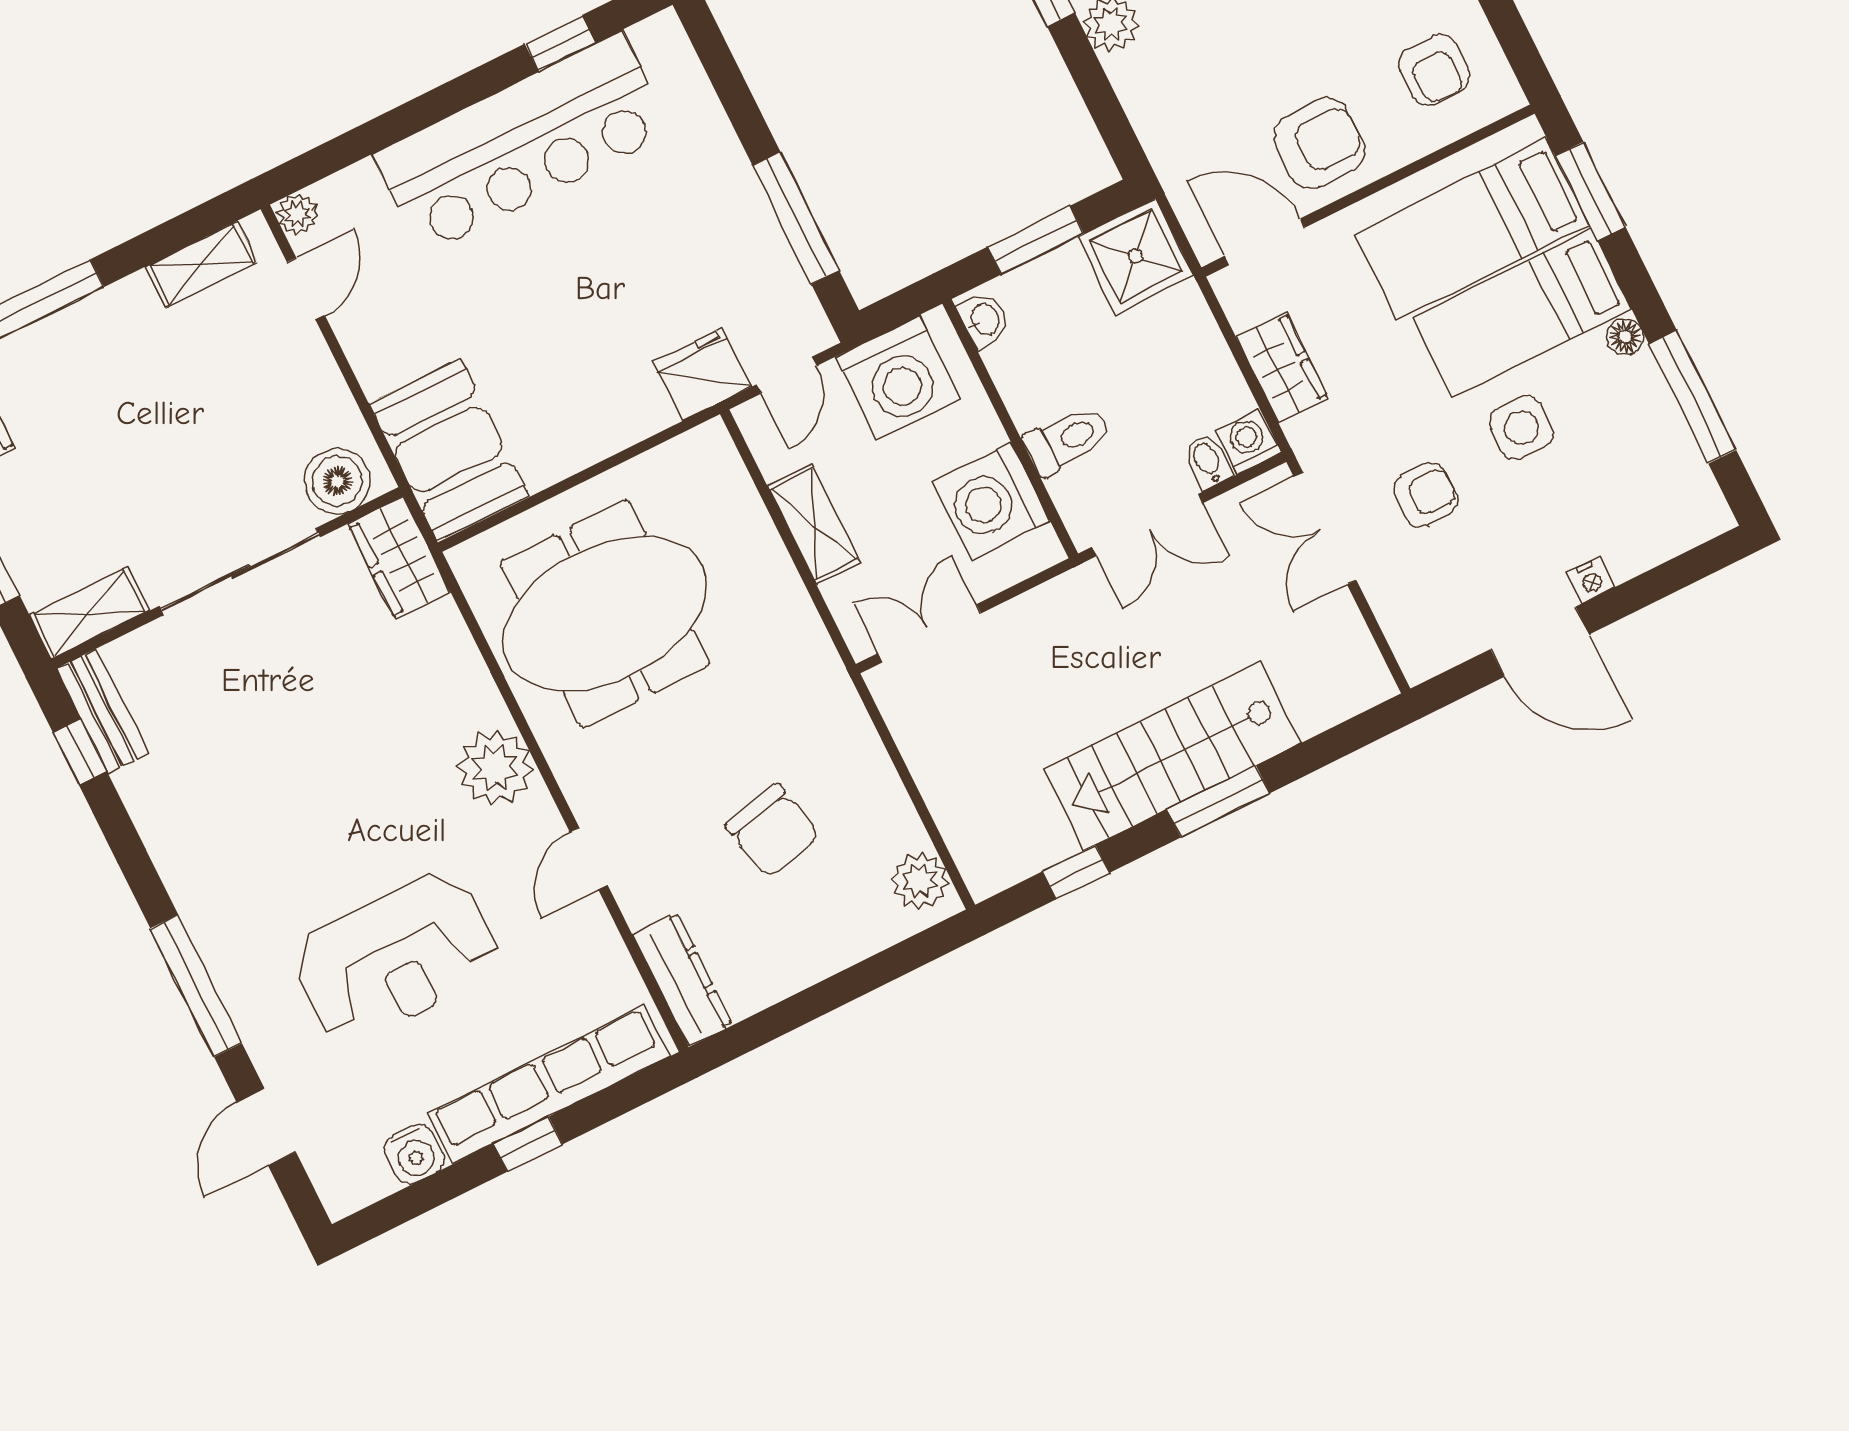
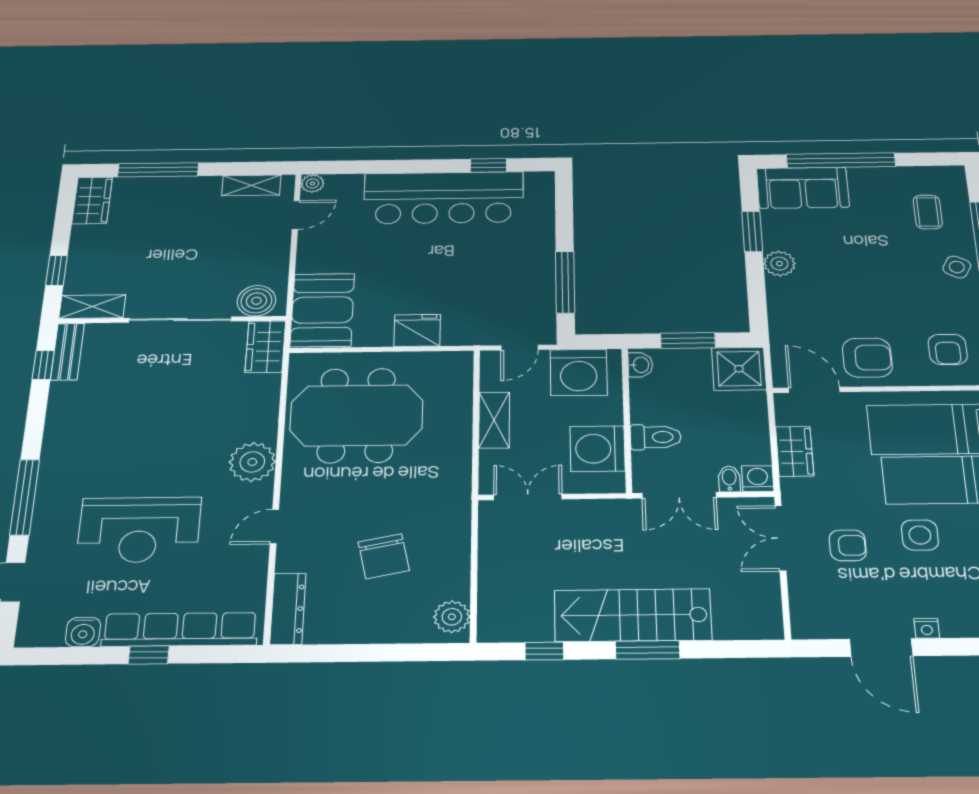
fridge: (702, 374) -> (417, 330), moved

